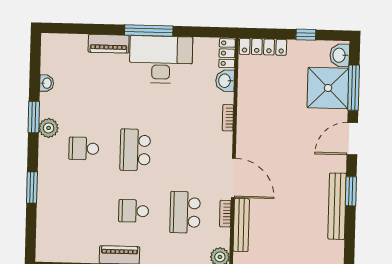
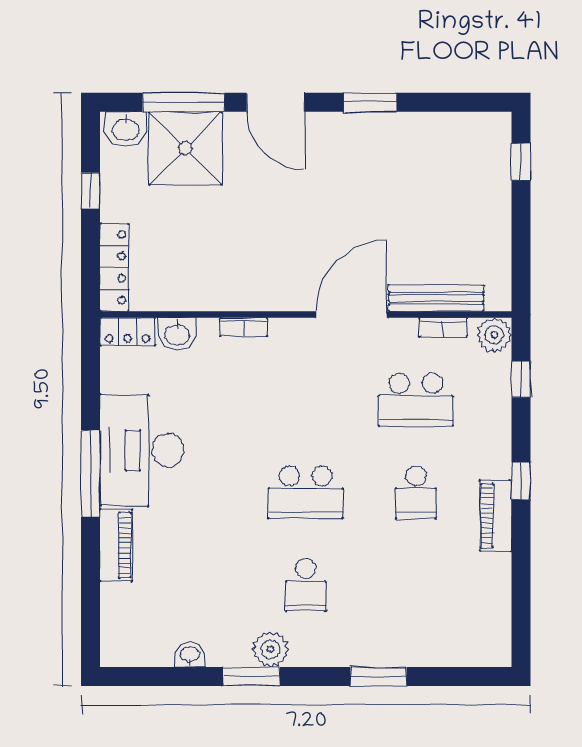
bench: (337, 206) -> (398, 127), removed
bookcase: (225, 214) -> (443, 327), moved

